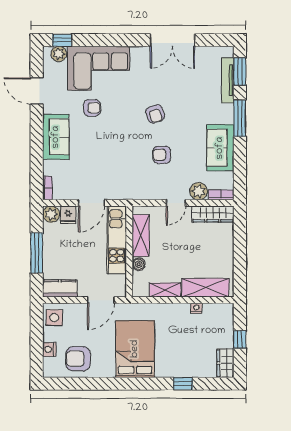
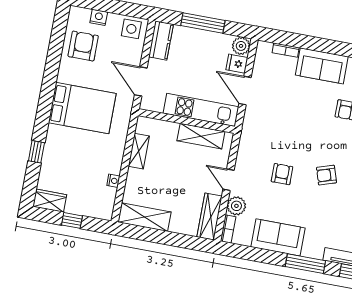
bookcase: (47, 188) -> (286, 50), moved
boiler: (139, 264) -> (171, 128), removed
shelving: (205, 288) -> (144, 217), moved, turned 90

